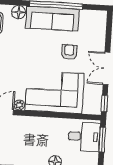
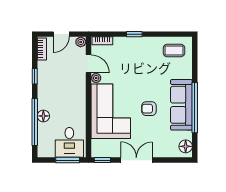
floor lamp: (18, 12) -> (186, 146), moved
armchair: (69, 52) -> (149, 109), moved, turned 180

